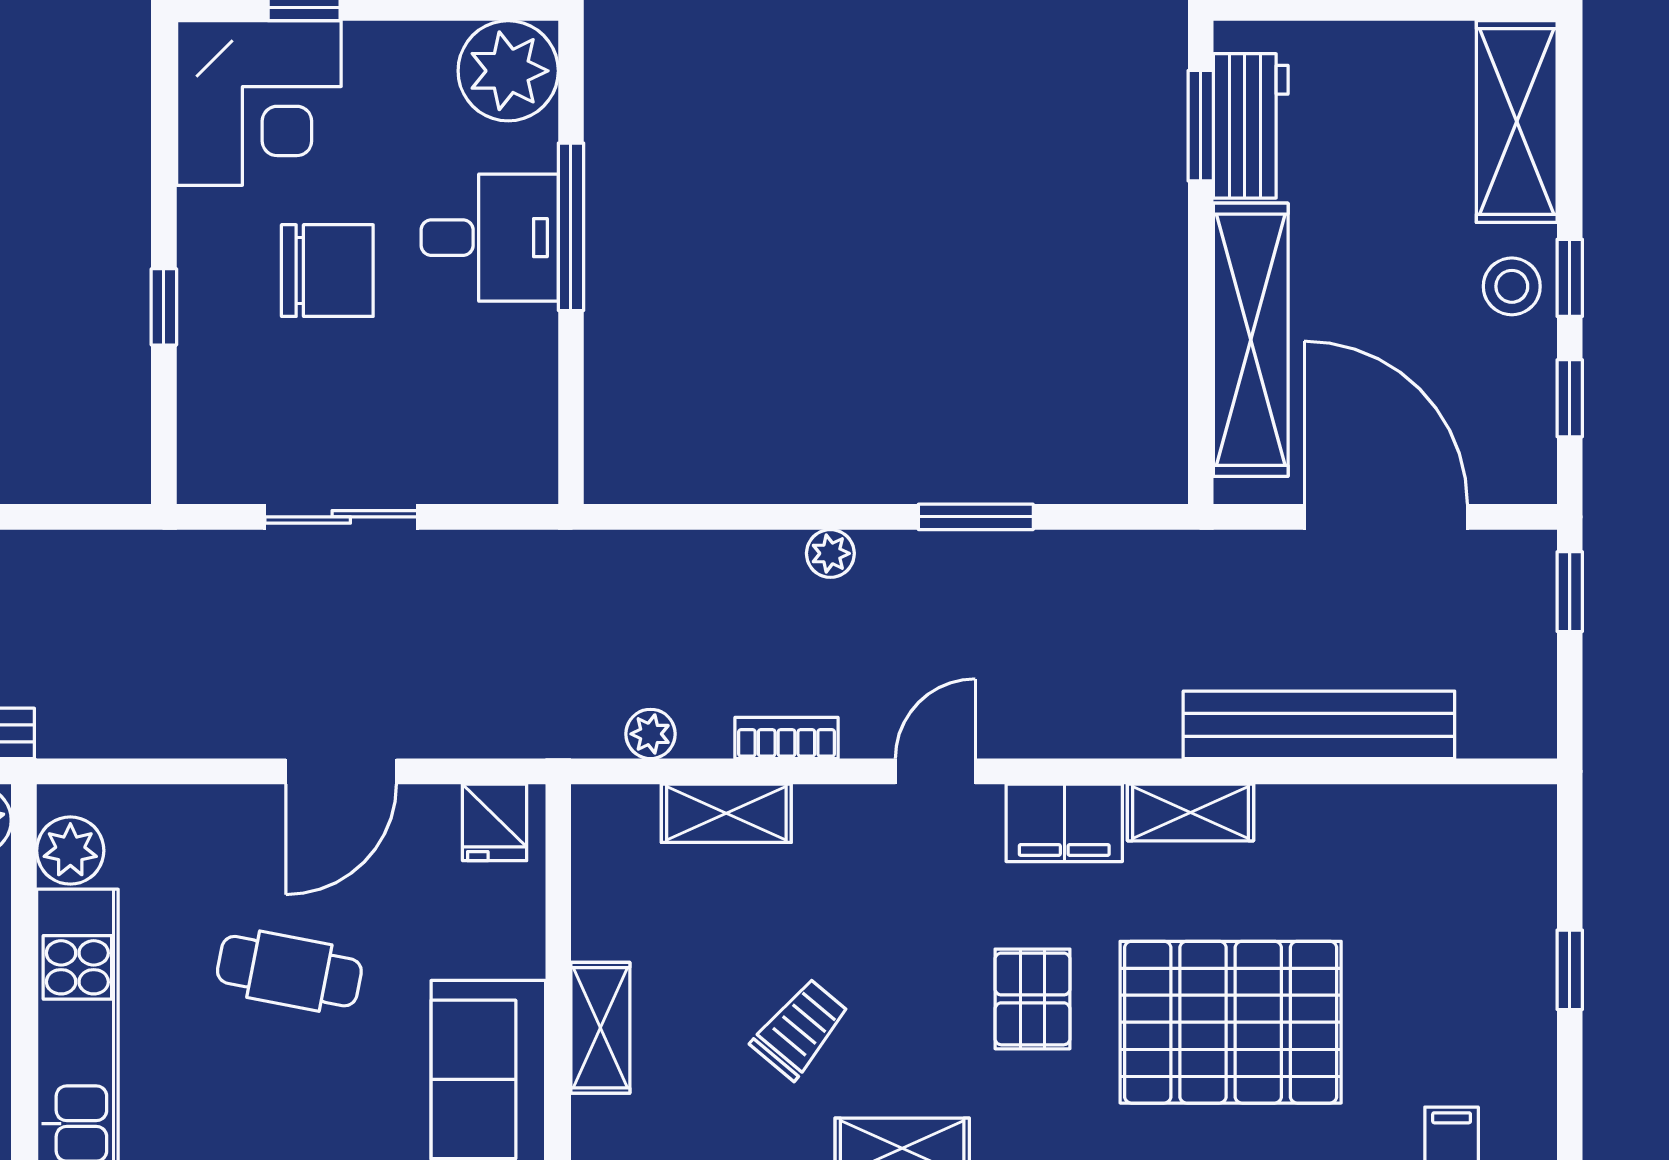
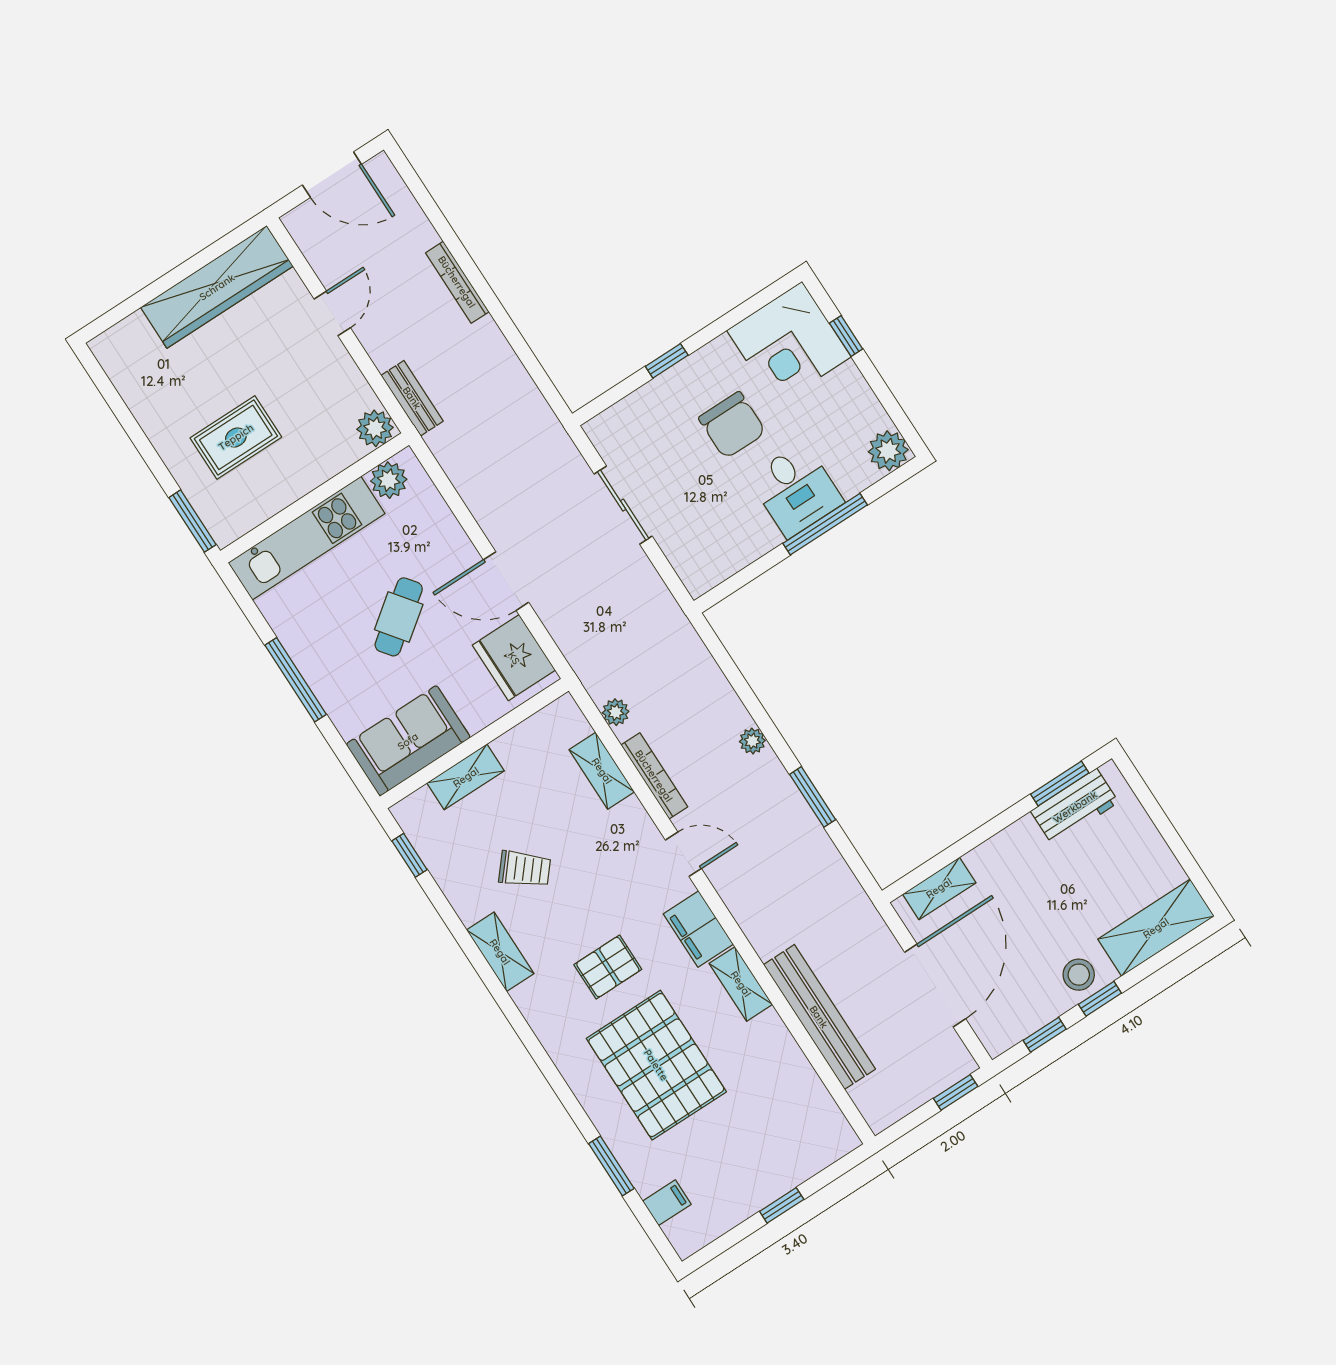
plant: (508, 71) -> (888, 451), width x0.73, depth x0.73
shelving: (1251, 340) -> (939, 888), width x0.45, depth x0.75
bookcase: (786, 738) -> (654, 776), width x1.56
fridge: (495, 822) -> (514, 658), width x1.88, depth x1.34
cafe table: (289, 971) -> (399, 617), turned 42

